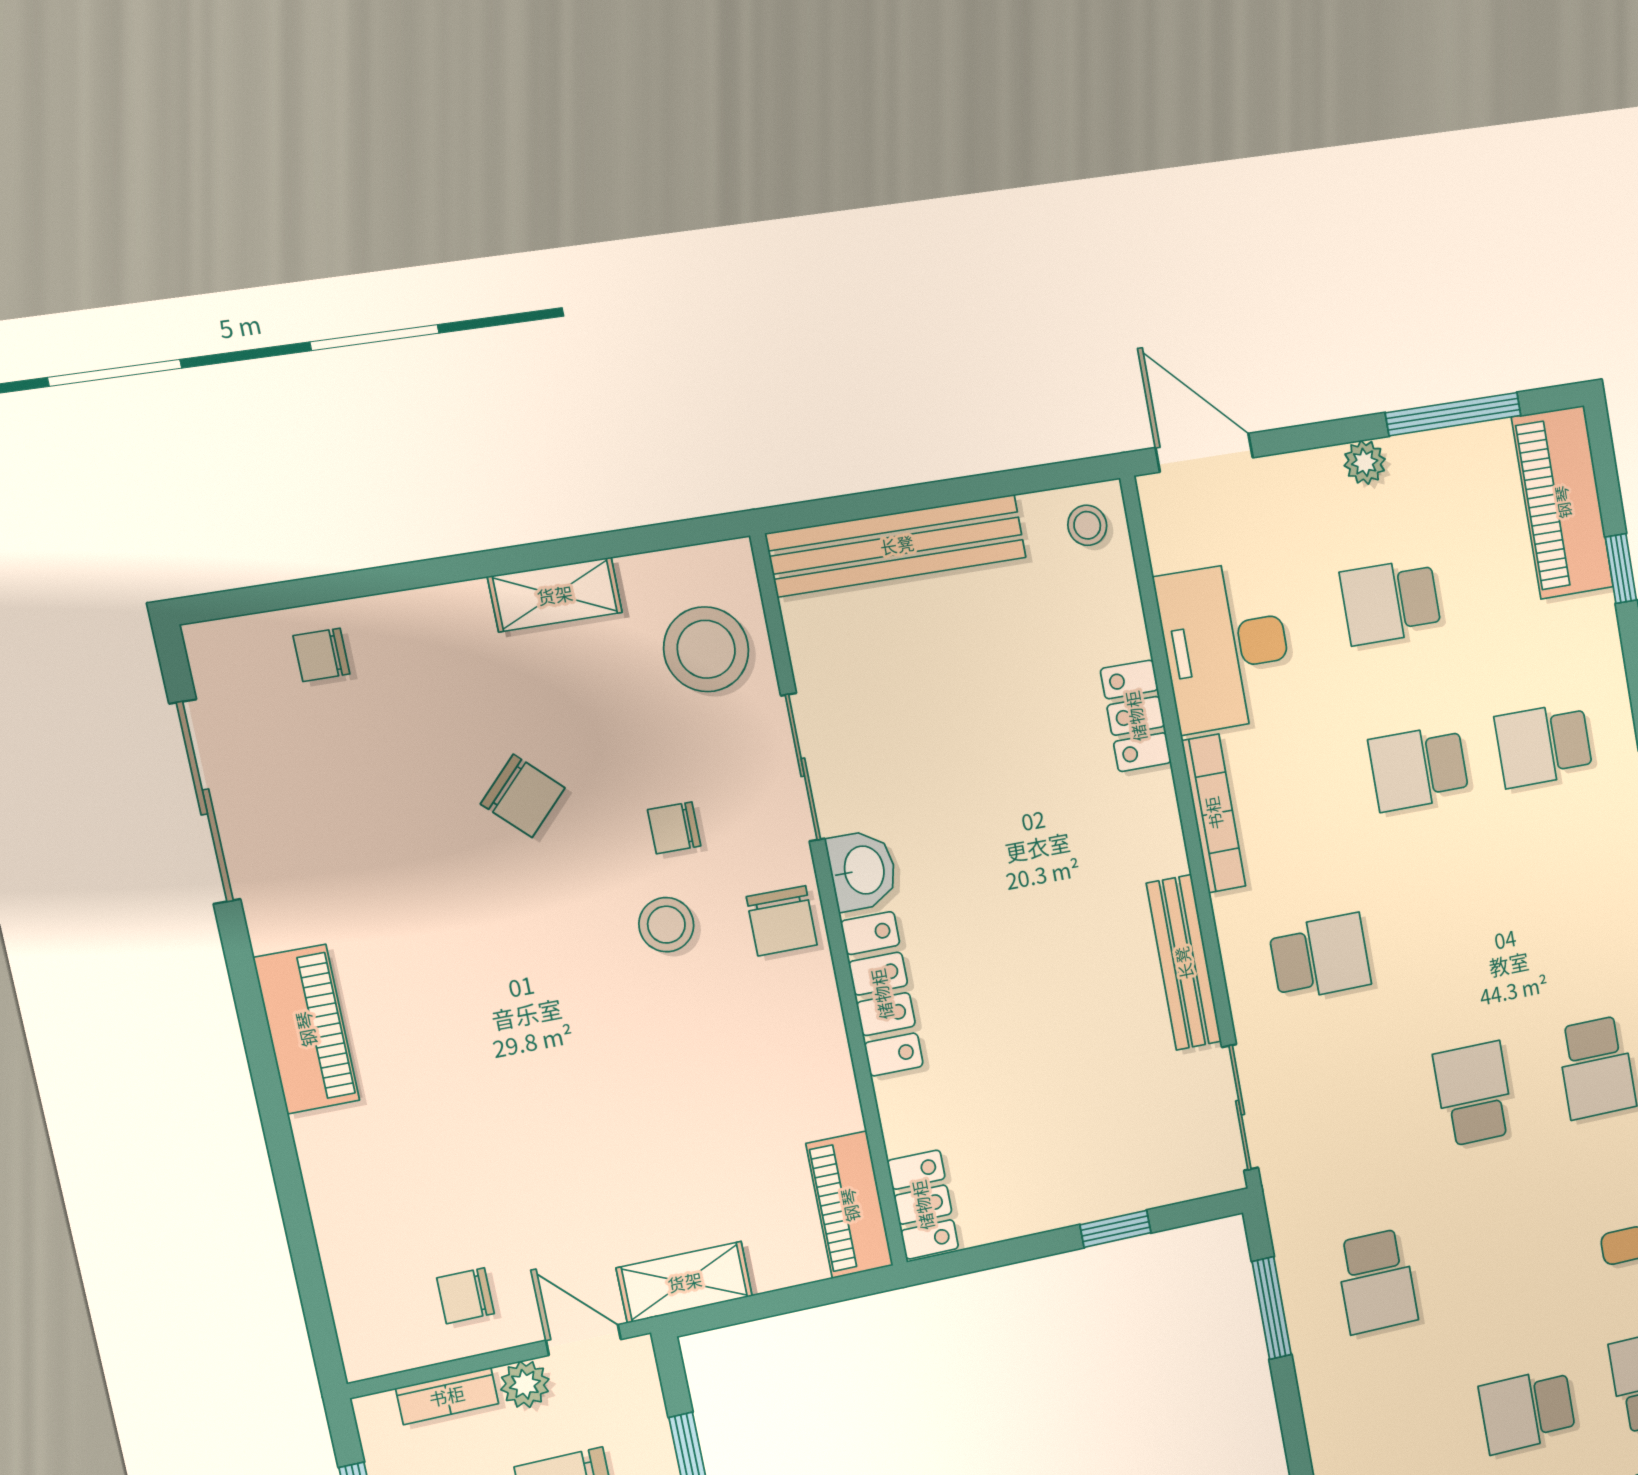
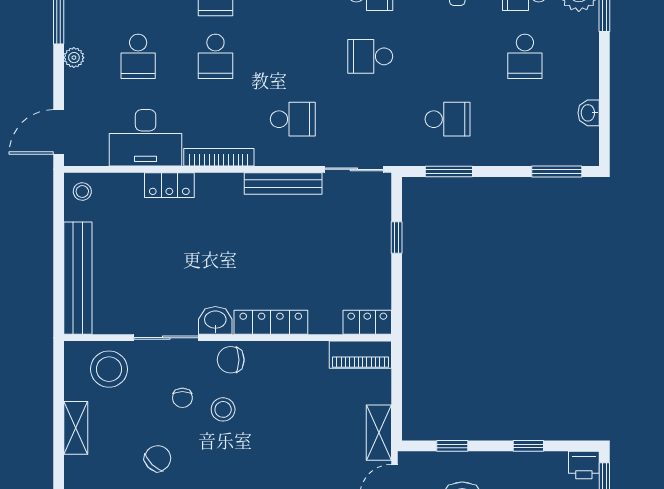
chair: (782, 921) -> (231, 360), turned 180
school desk: (1320, 957) -> (293, 119), turned 90

